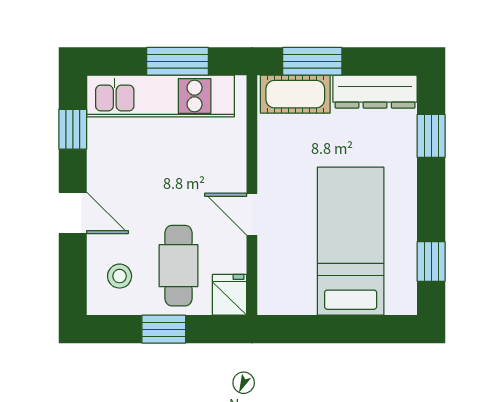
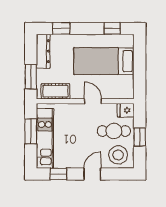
cot: (295, 94) -> (55, 91), moved, turned 90
door: (252, 214) -> (93, 101), swing flipped
stool: (120, 276) -> (118, 155), width x1.89, depth x1.89

